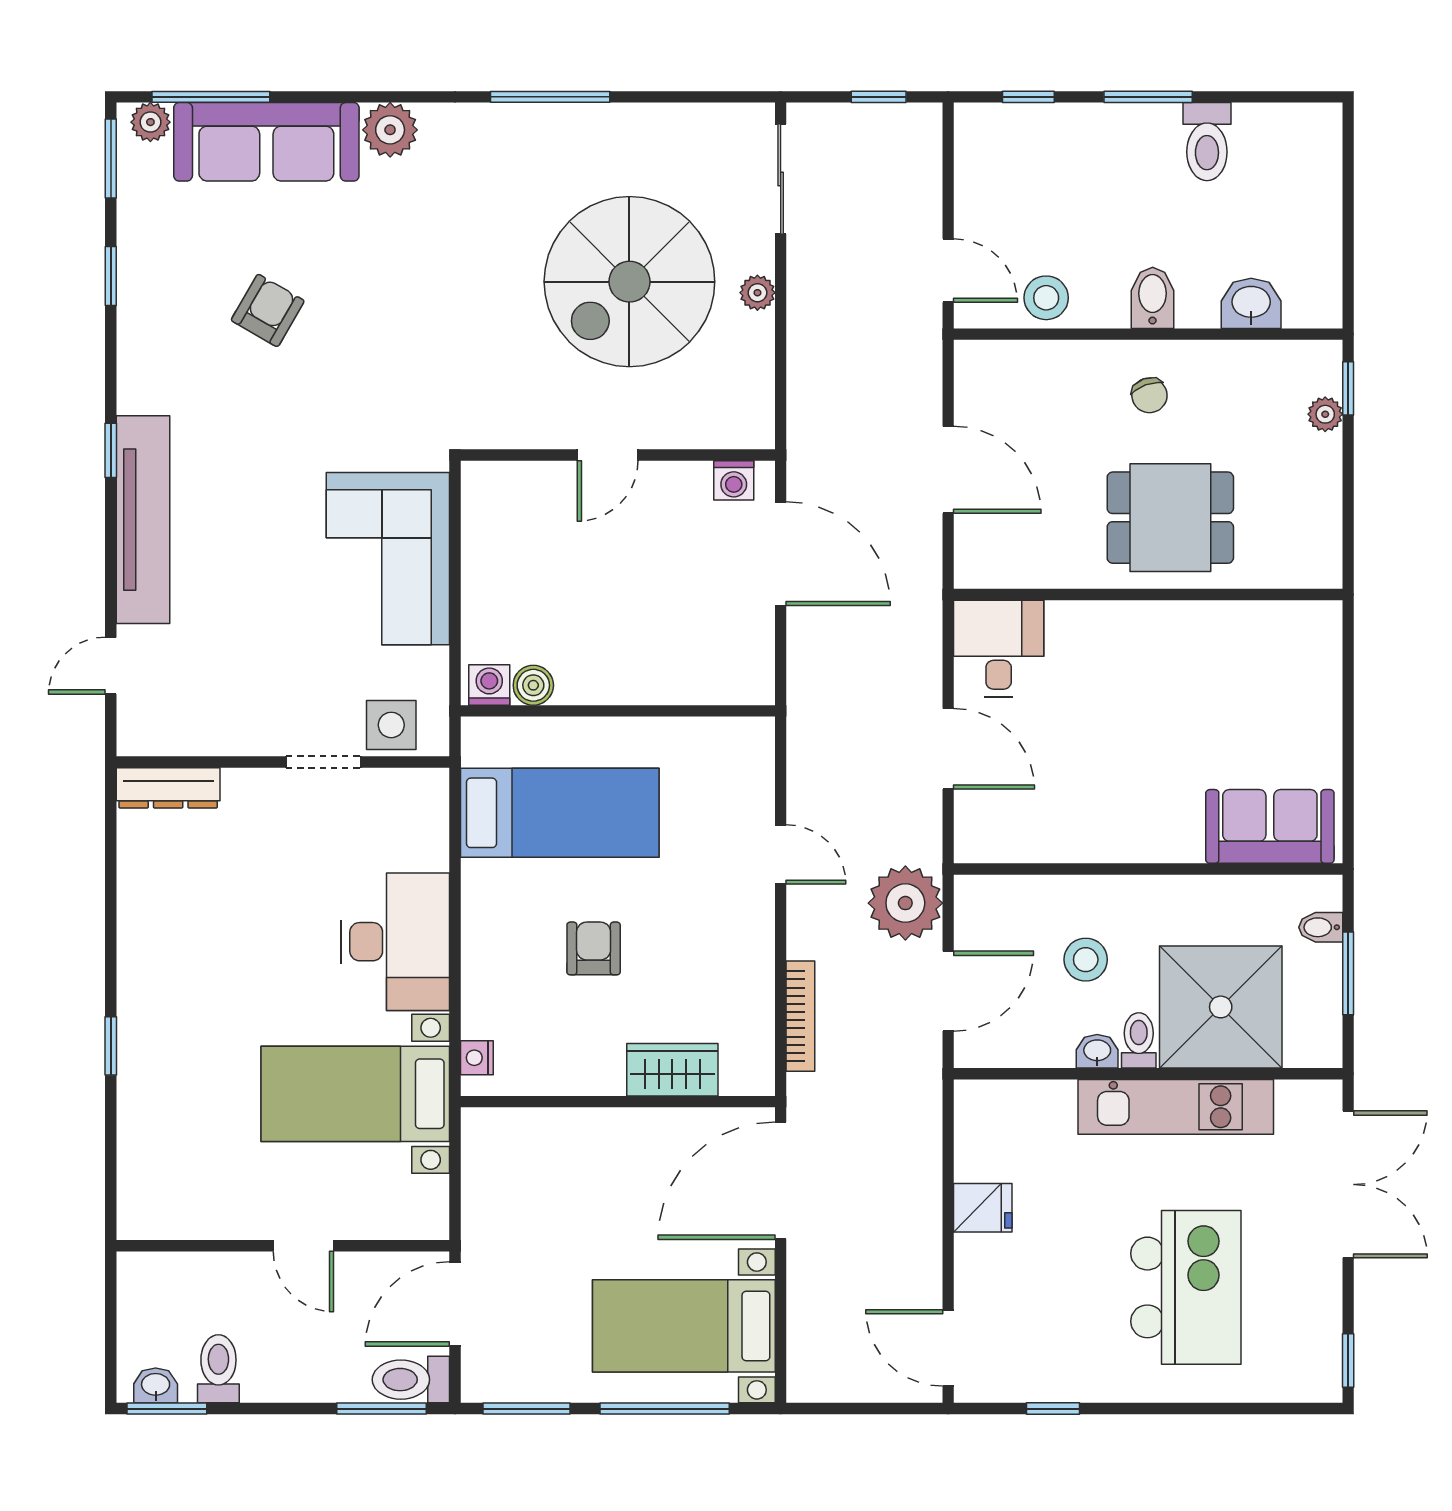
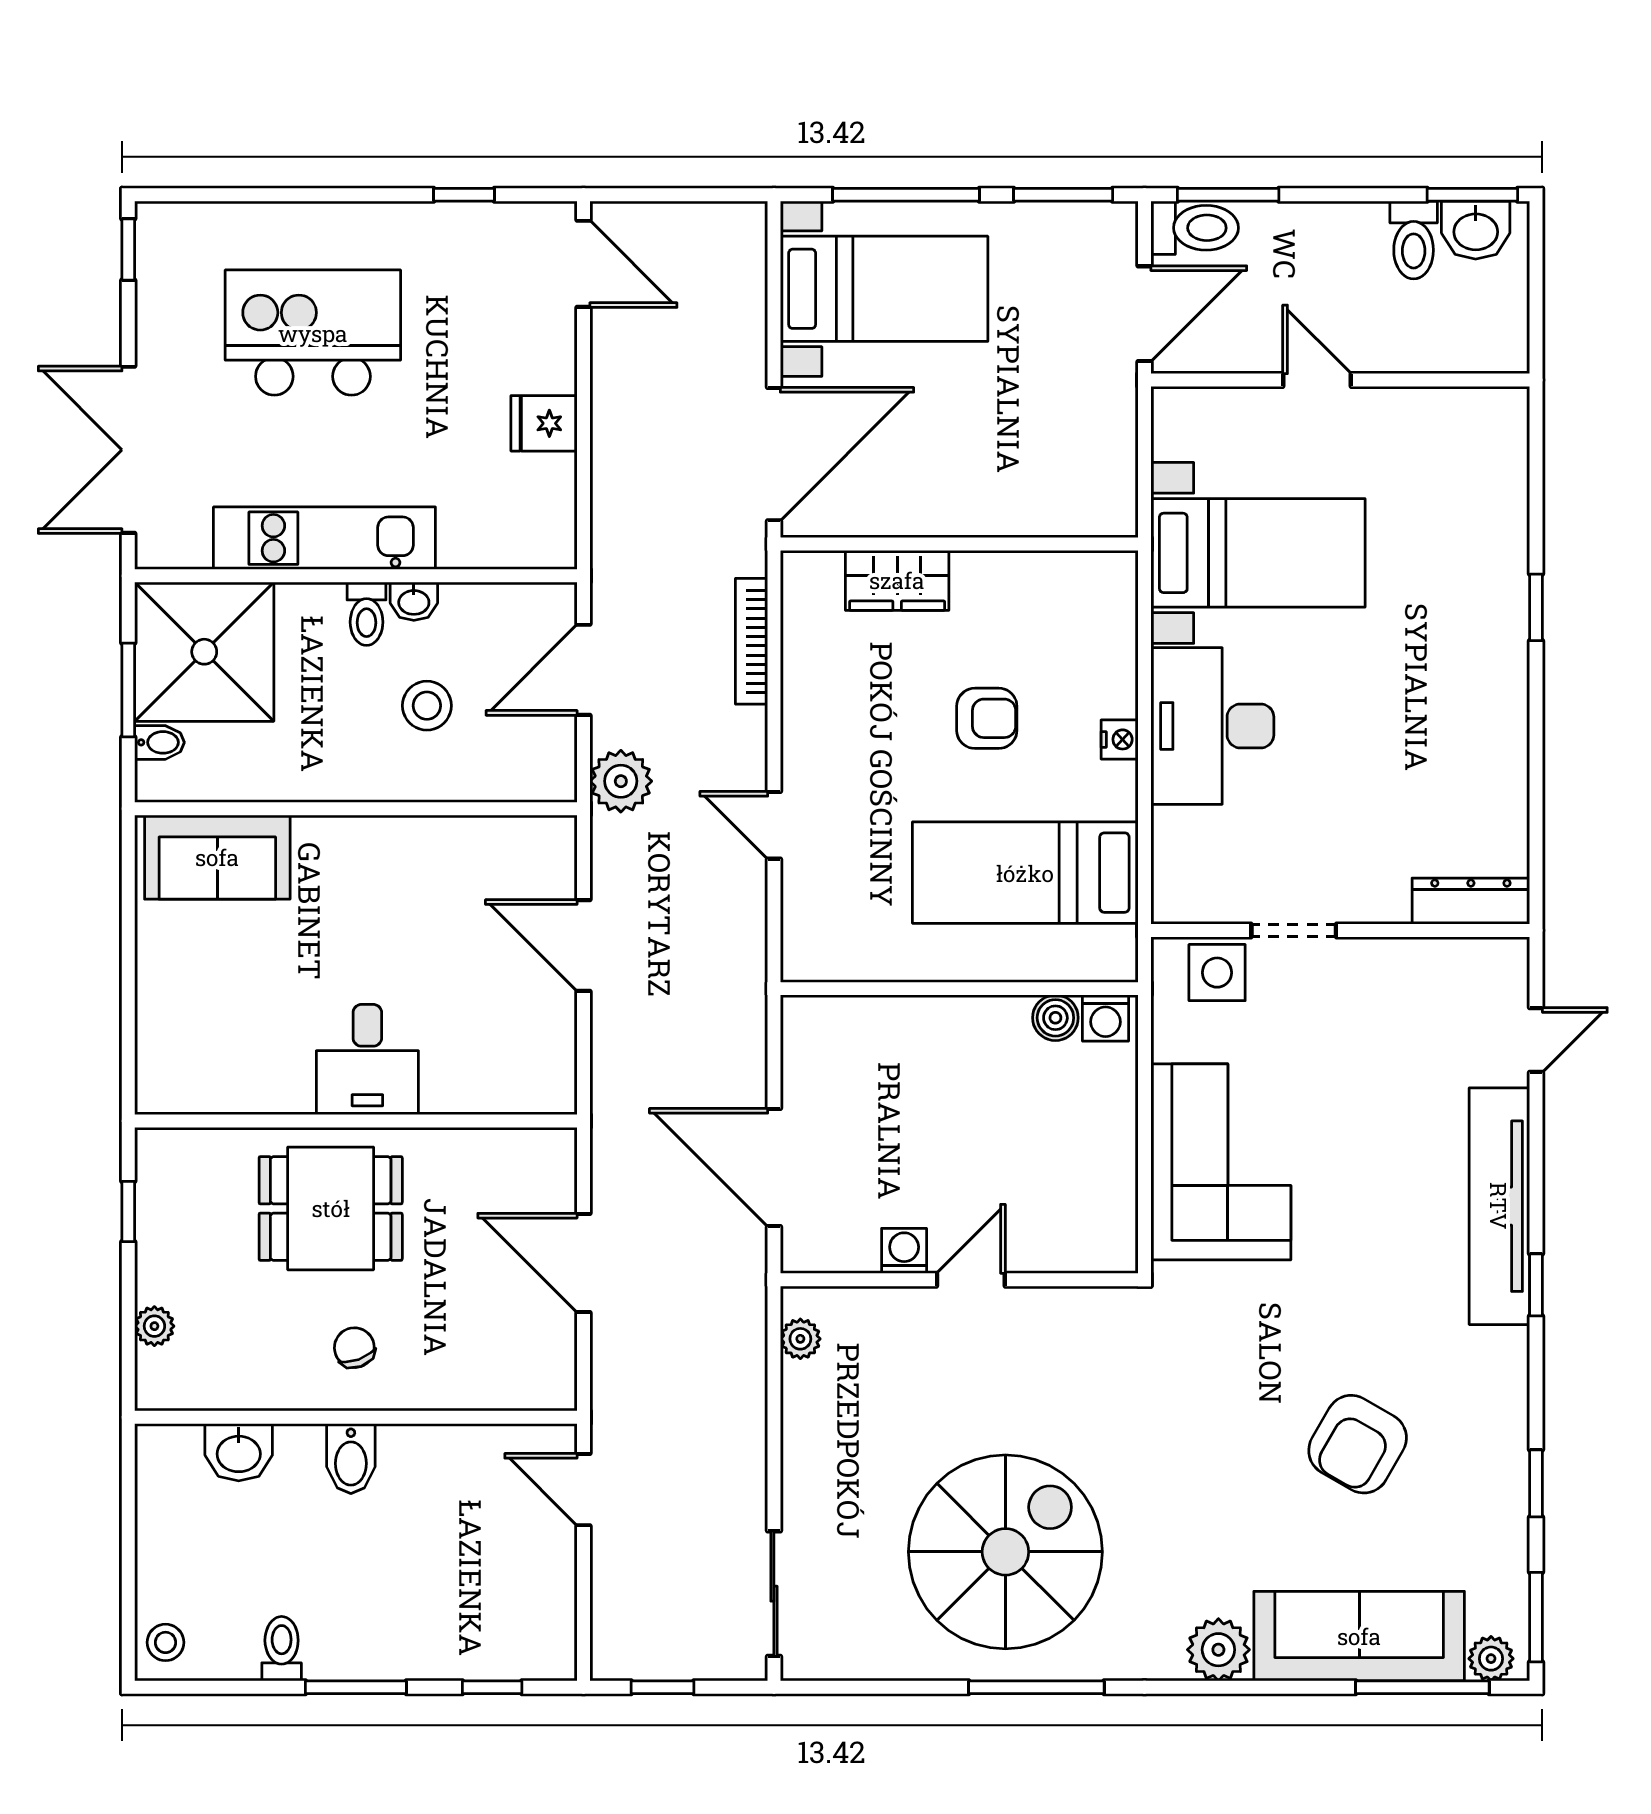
toilet: (1207, 142) -> (282, 1649), width x0.73, depth x0.72
spiral stairs: (629, 282) -> (1005, 1552), moved
plant: (757, 293) -> (800, 1339), moved
stool: (1046, 298) -> (165, 1642), moved, width x0.73, depth x0.73
armchair: (268, 310) -> (1358, 1444), width x1.38, depth x1.38
window: (1348, 388) -> (128, 1211), moved
washing machine: (734, 480) -> (904, 1251), moved
desk: (999, 649) -> (367, 1059), moved
plant: (905, 903) -> (621, 781), width x0.73, depth x0.73
armchair: (594, 948) -> (987, 718), turned -90
shower: (1221, 1007) -> (204, 652), moved
nightstand: (477, 1058) -> (1120, 739), moved
kitchen island: (1186, 1287) -> (313, 333), turned 90
washbasin: (156, 1385) -> (1476, 230), width x1.38, depth x1.45

